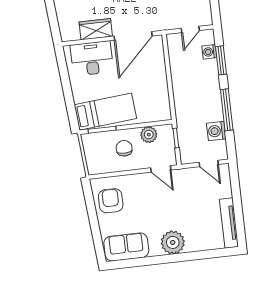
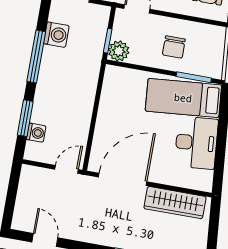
wardrobe: (96, 29) -> (175, 203), width x1.50
door: (190, 29) -> (67, 169), moved
desk: (92, 58) -> (196, 143), moved, turned -95
plant: (149, 135) -> (119, 51), moved

